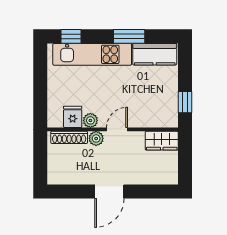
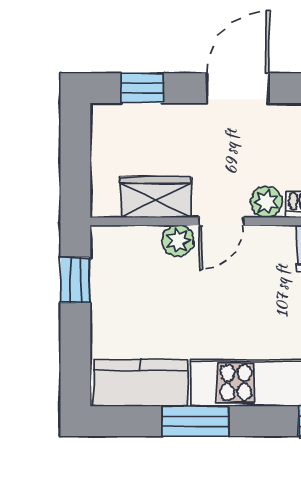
plant: (90, 120) -> (178, 241), moved
wardrobe: (162, 141) -> (156, 197), moved
window: (154, 192) -> (142, 88), added

